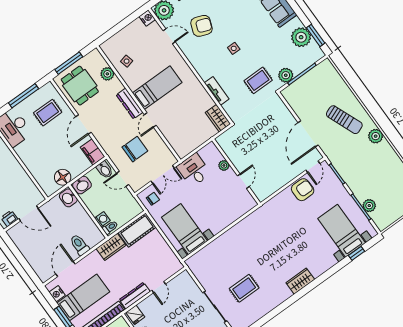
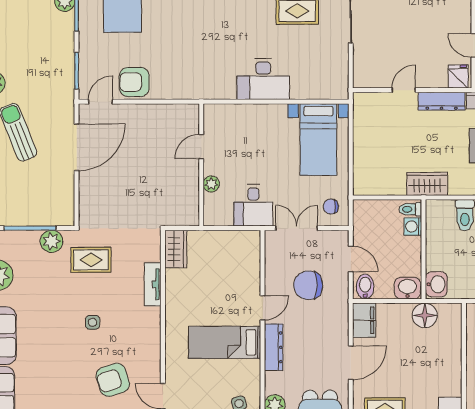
armchair: (201, 26) -> (113, 380), turned -39
cot: (137, 230) -> (379, 182), removed
desk: (236, 240) -> (263, 79), added

